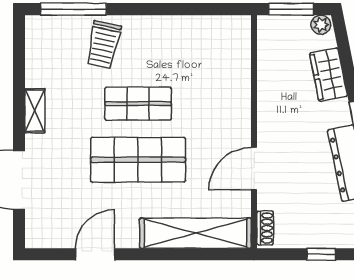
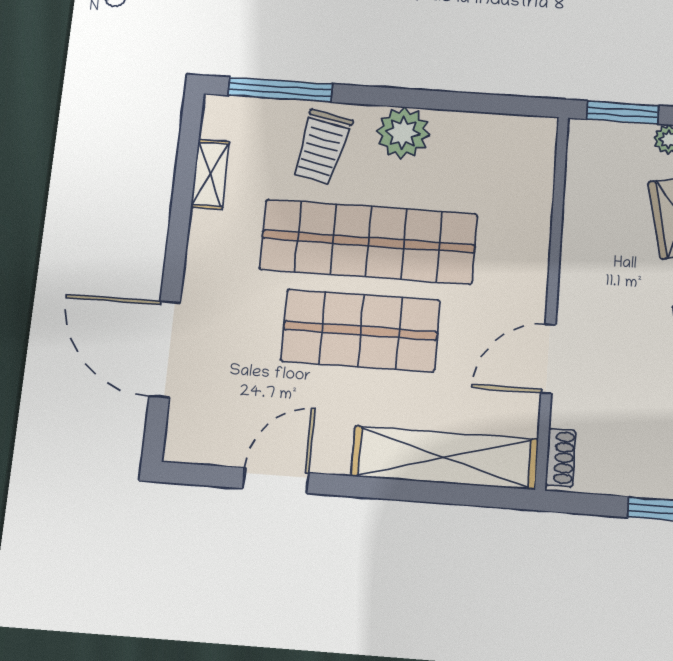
plant: (154, 32) -> (403, 133), added
shop shelf: (138, 104) -> (368, 242), width x2.00, depth x1.36
shelving: (35, 111) -> (210, 174), moved

